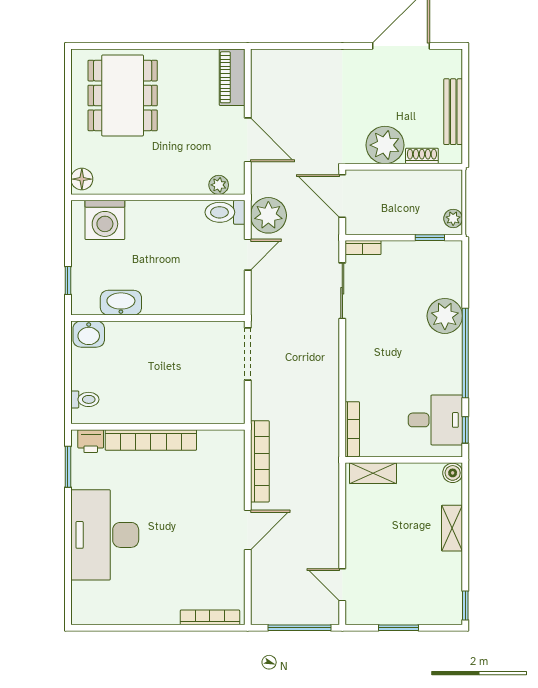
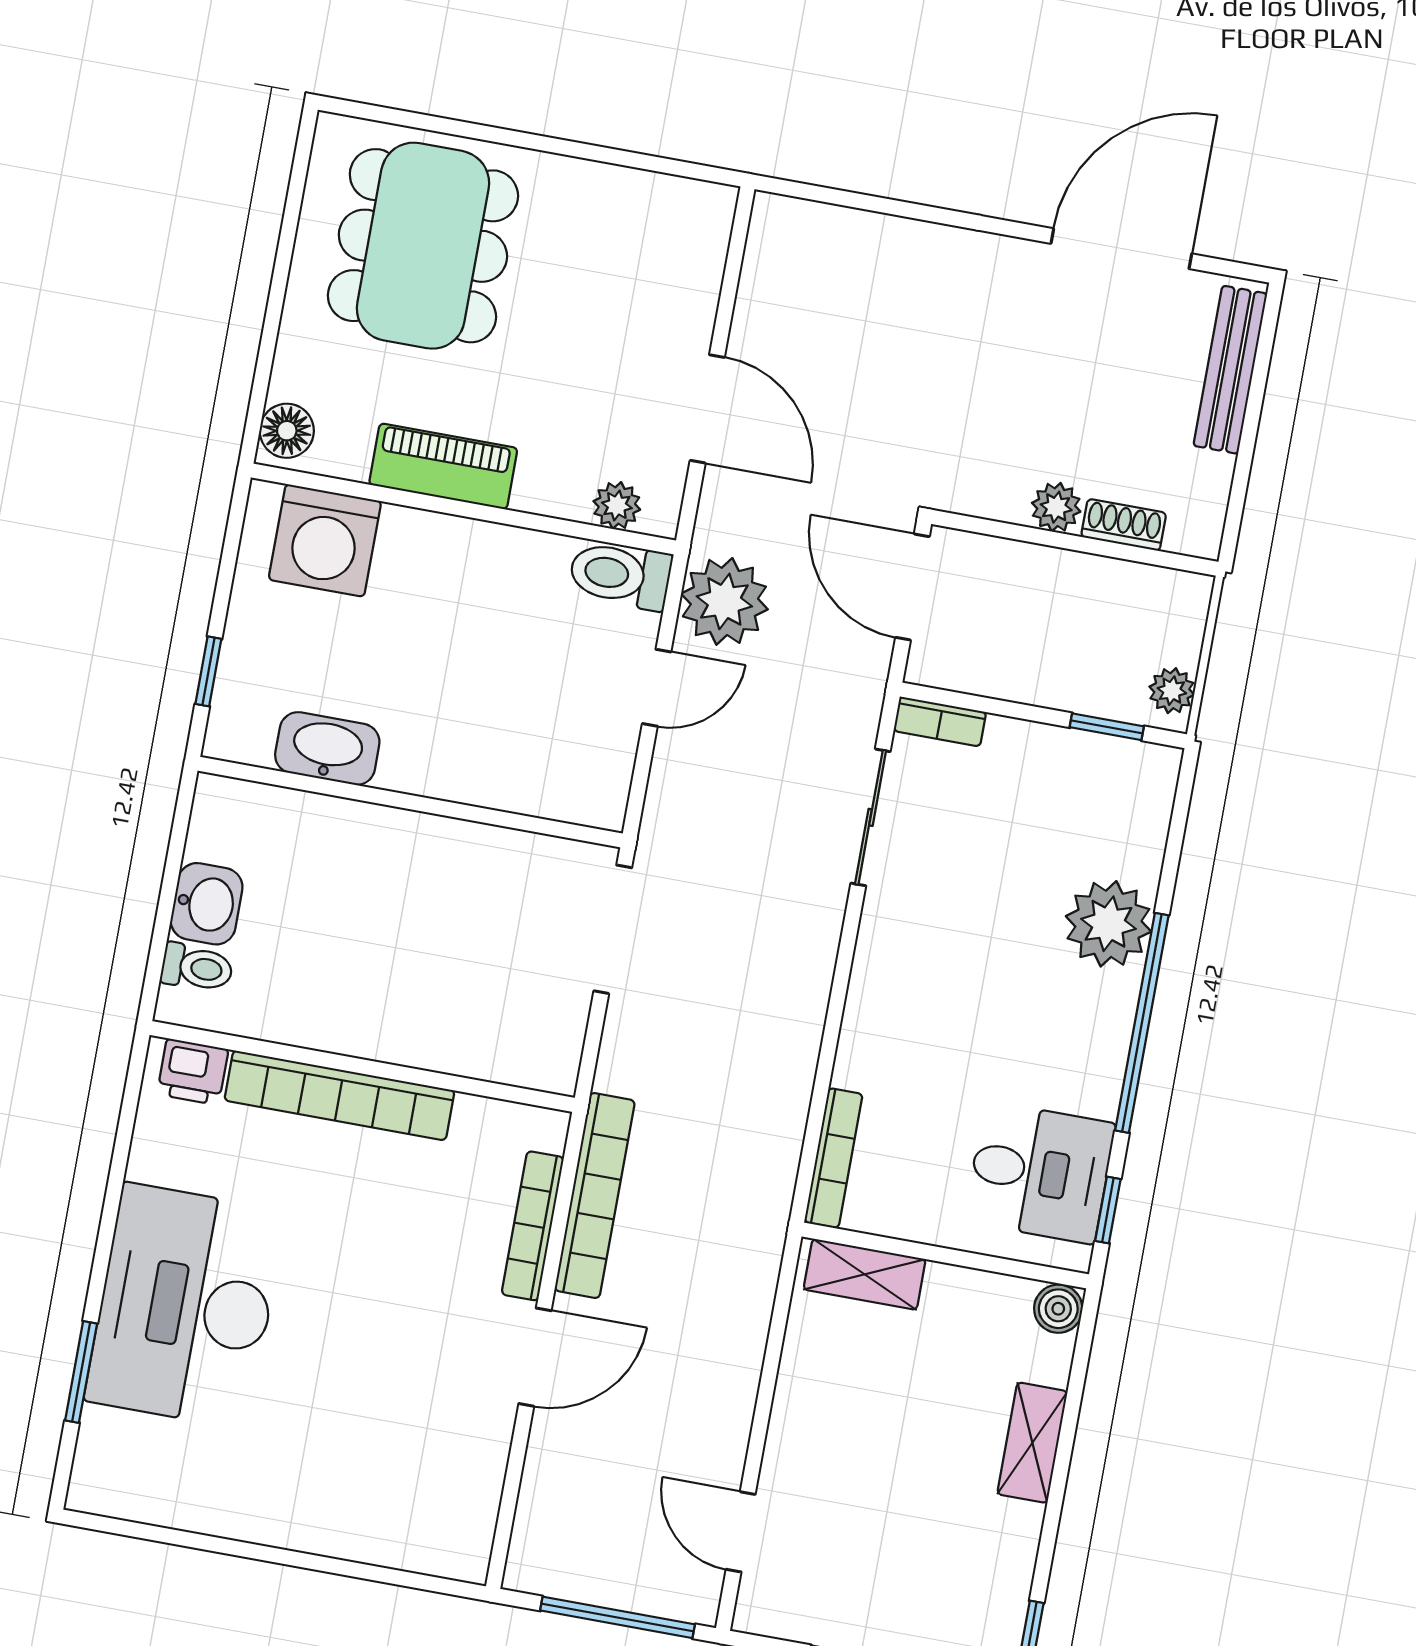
piano: (232, 77) -> (443, 466), moved, turned 90
bench: (453, 112) -> (1230, 370), moved
plant: (385, 145) -> (1056, 507), width x0.53, depth x0.53
washbasin: (89, 334) -> (207, 904), moved, turned -90
window: (68, 467) -> (81, 1372), moved
bookcase: (210, 617) -> (533, 1226), moved, turned -90

